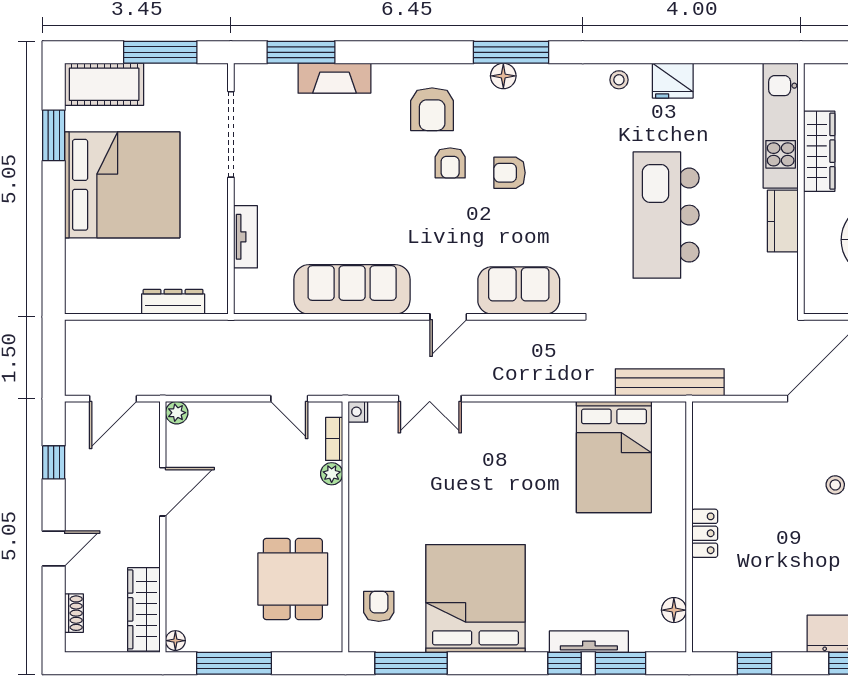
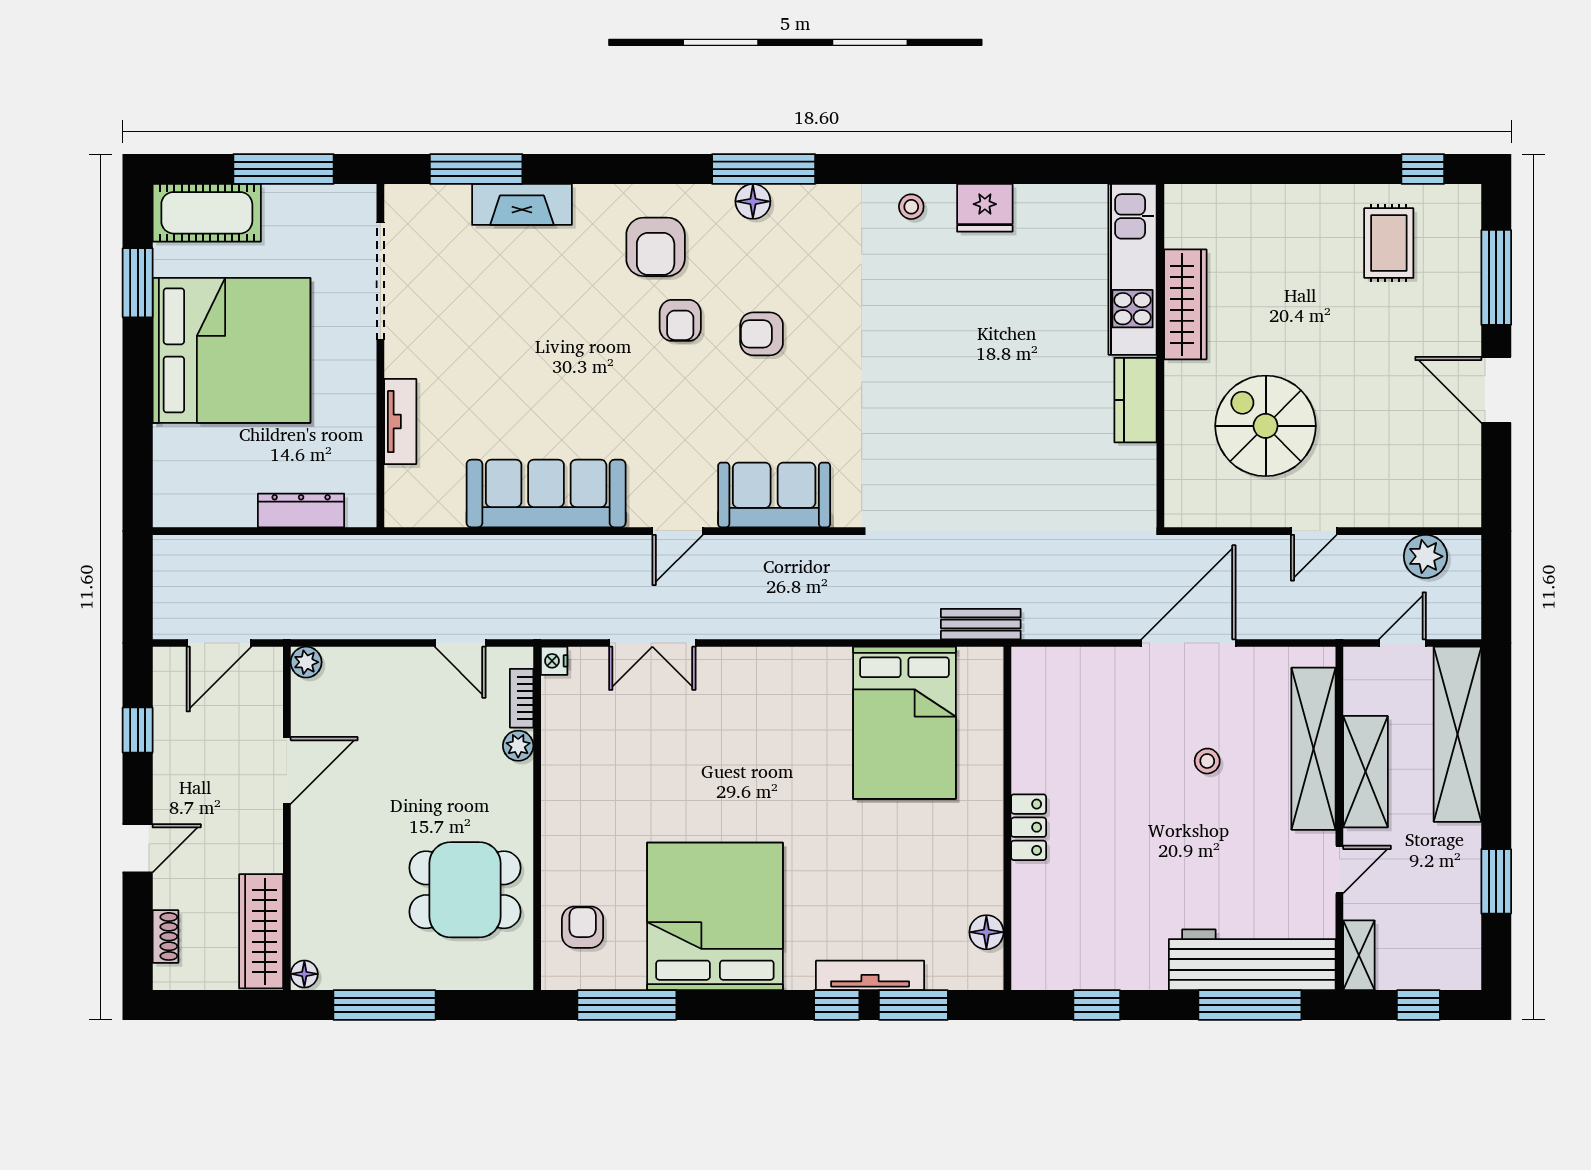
kitchen island: (666, 215) -> (976, 392), removed
bench: (670, 382) -> (981, 624), width x0.54, depth x0.82
dining table: (293, 579) -> (465, 890), turned 90

